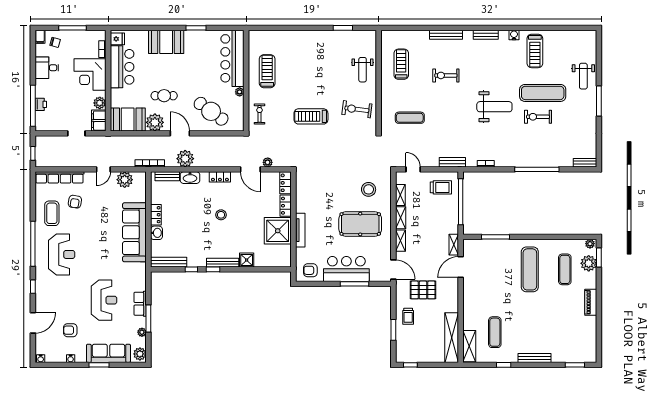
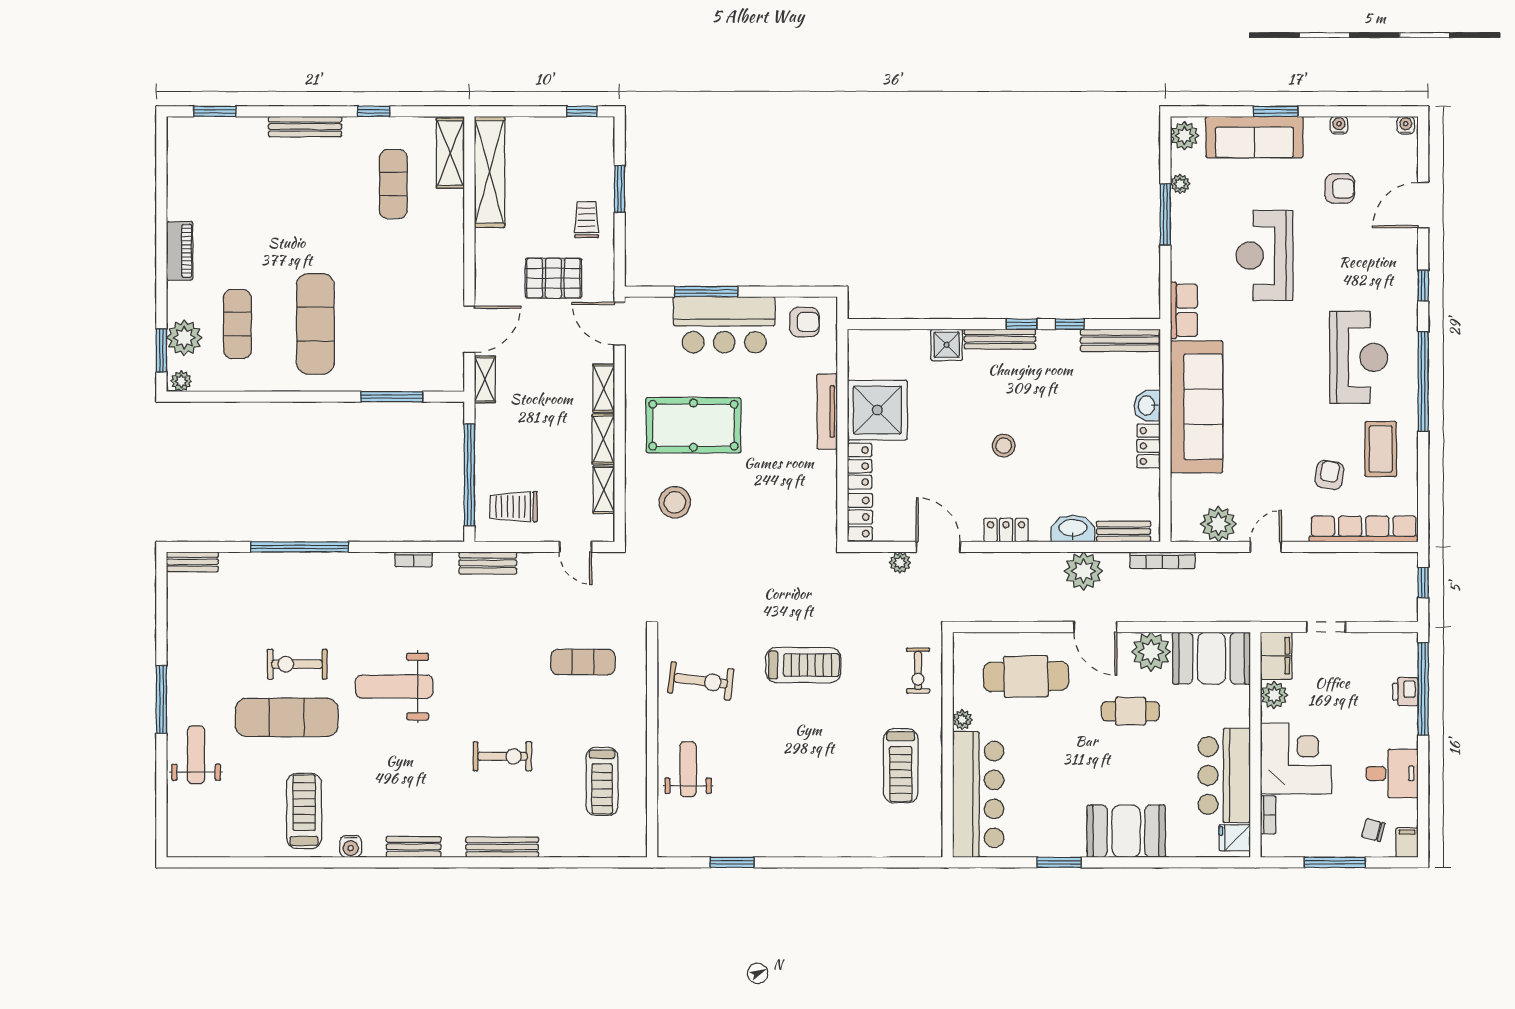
cafe table: (211, 111) -> (1026, 676), turned -37
exercise bike: (538, 117) -> (297, 664), turned 180
reception desk: (62, 254) -> (1359, 357), turned 180
row of seats: (140, 304) -> (1184, 310), moved

